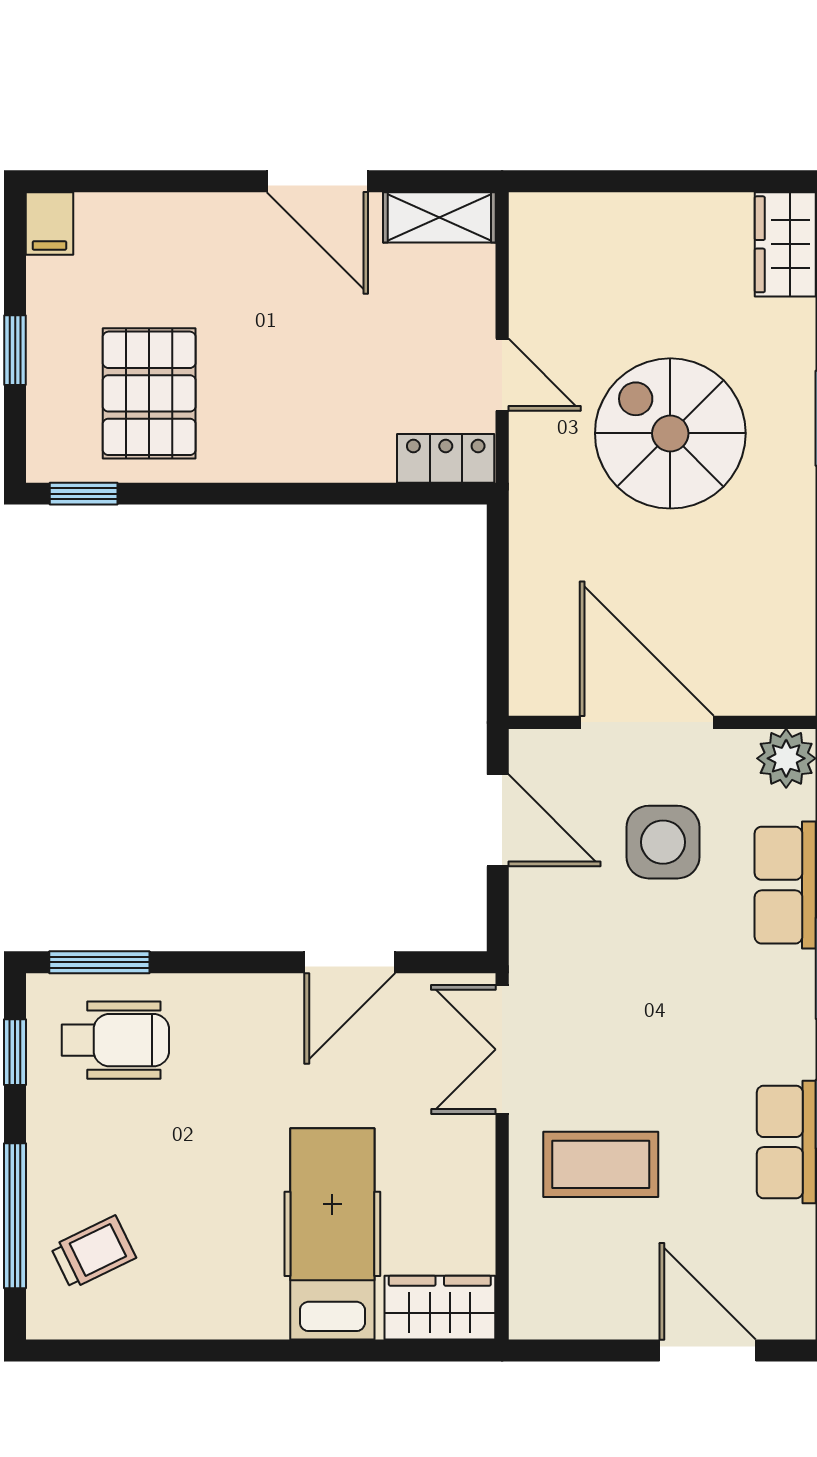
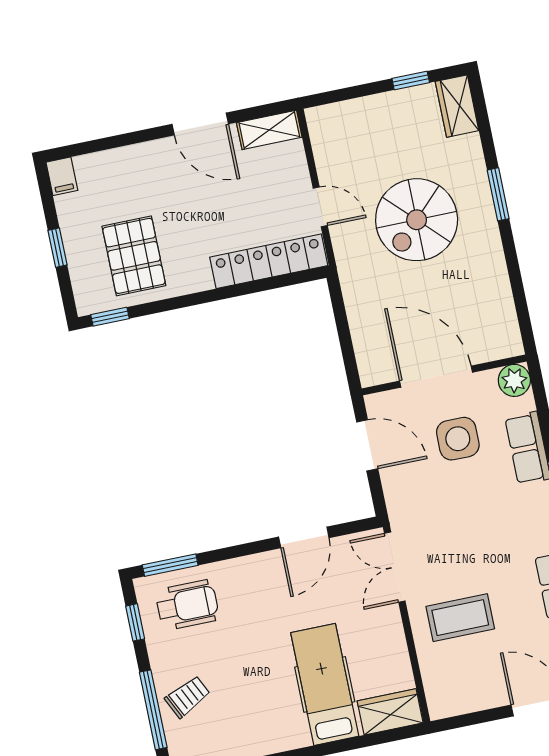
window: (712, 181) -> (411, 80), added
spiral stairs: (670, 433) -> (417, 220), turned -90
locker: (446, 458) -> (269, 261), width x2.16, depth x1.21
trolley: (93, 1252) -> (188, 697), moved

